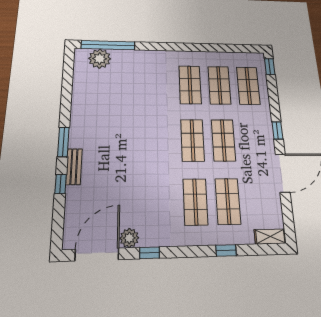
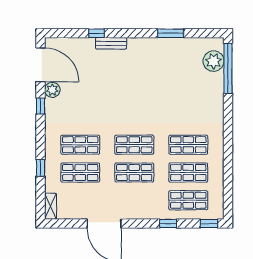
window: (277, 130) -> (168, 223), moved
window: (63, 142) -> (171, 33), moved

